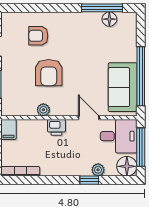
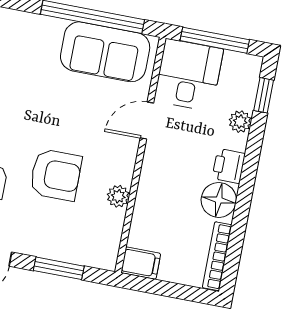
printer: (56, 127) -> (229, 166), moved, turned 180
floor lamp: (127, 166) -> (219, 200), moved
window: (89, 180) -> (264, 95), moved

